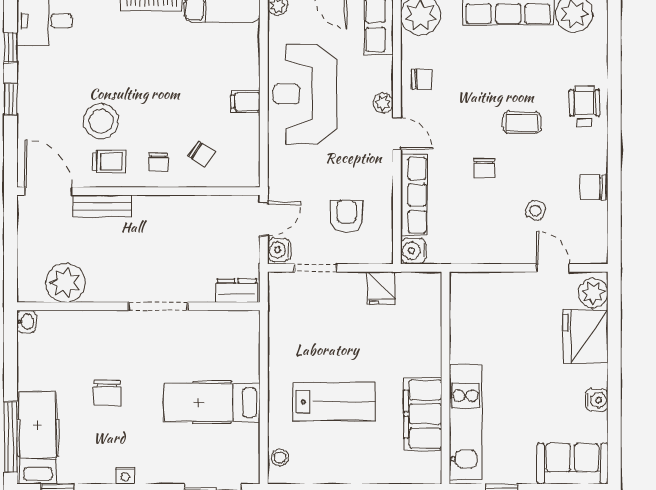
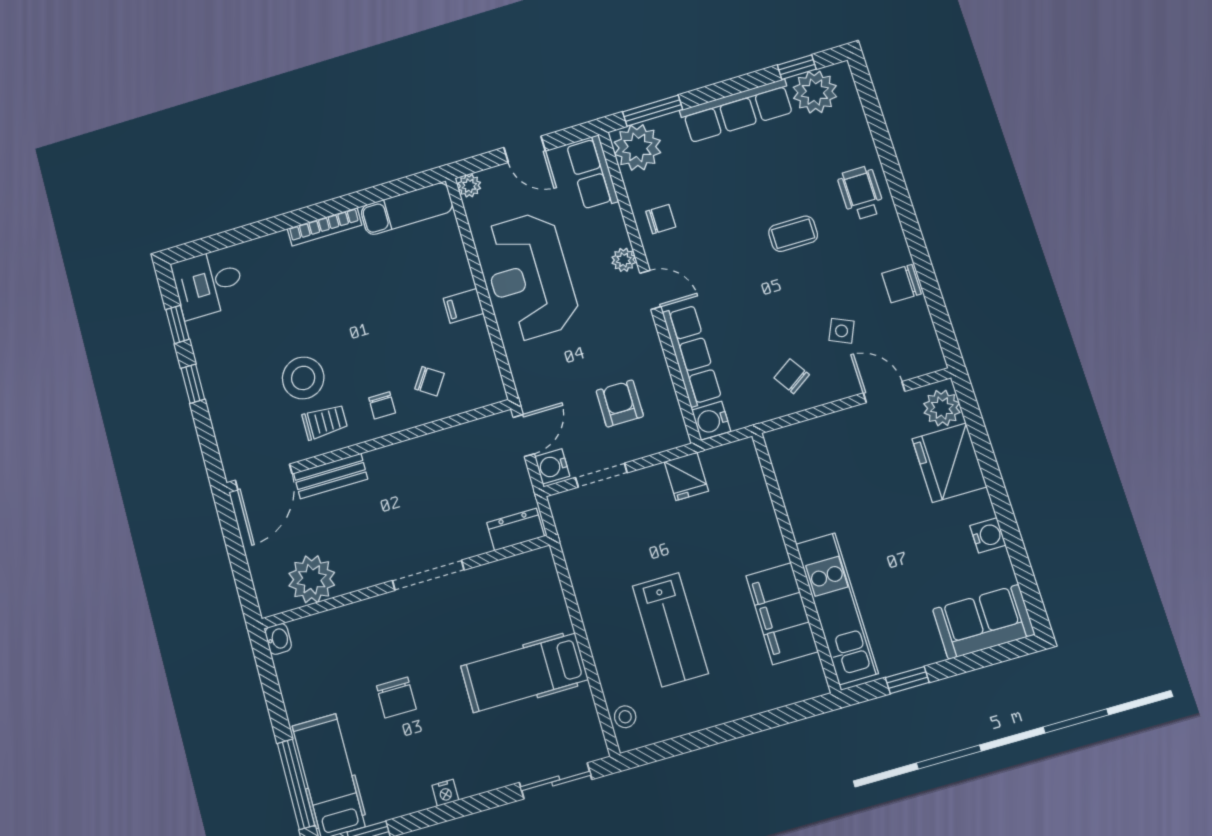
chair: (485, 168) -> (792, 376), moved, turned 146
door: (48, 191) -> (264, 477), swing flipped
lab bench: (334, 402) -> (670, 630), turned 90

